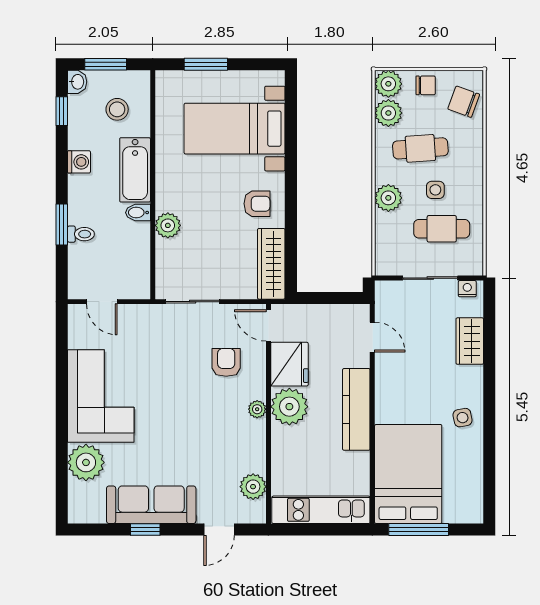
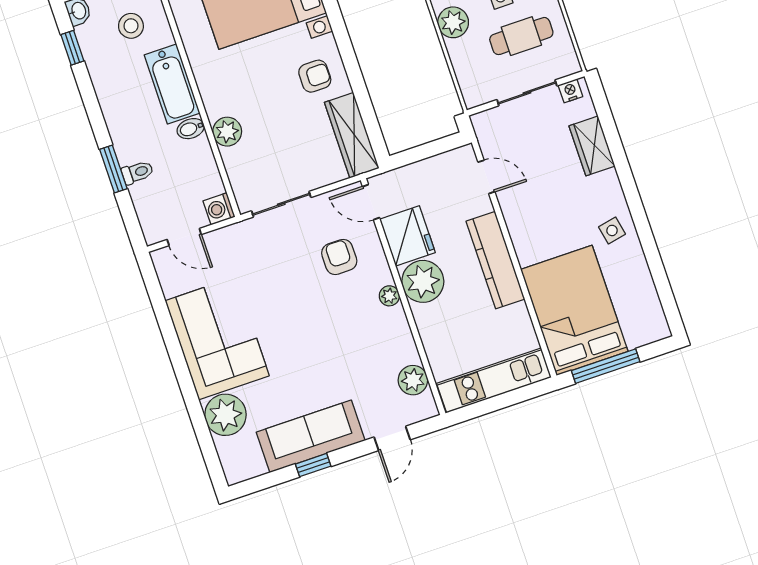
washing machine: (79, 162) -> (219, 209), moved, turned 180

